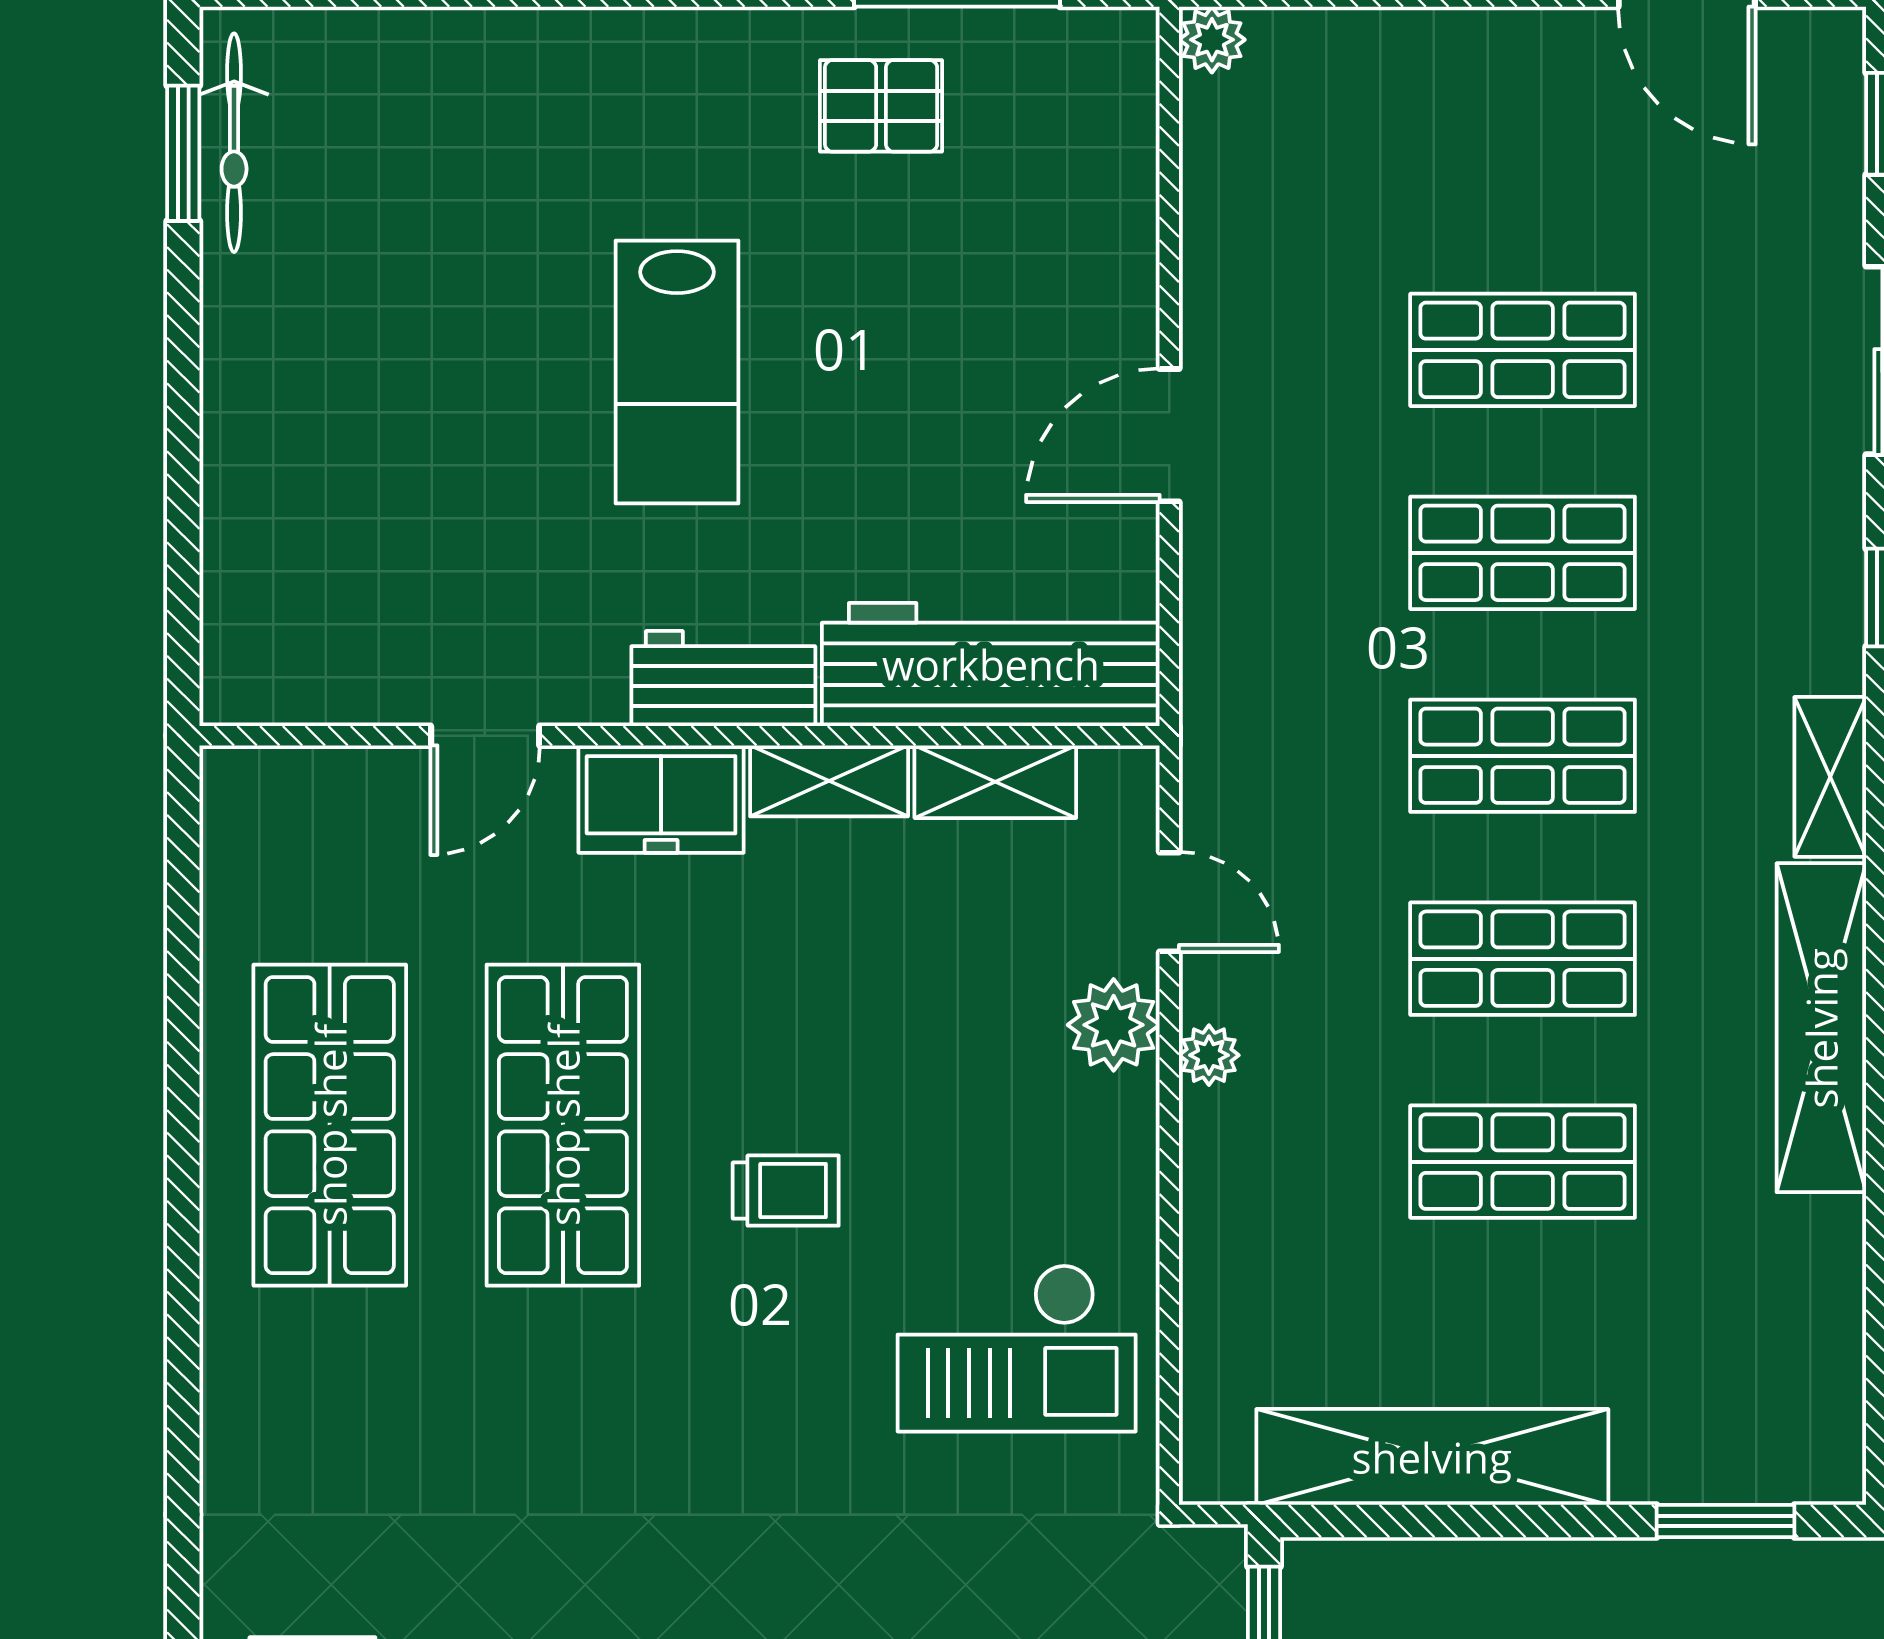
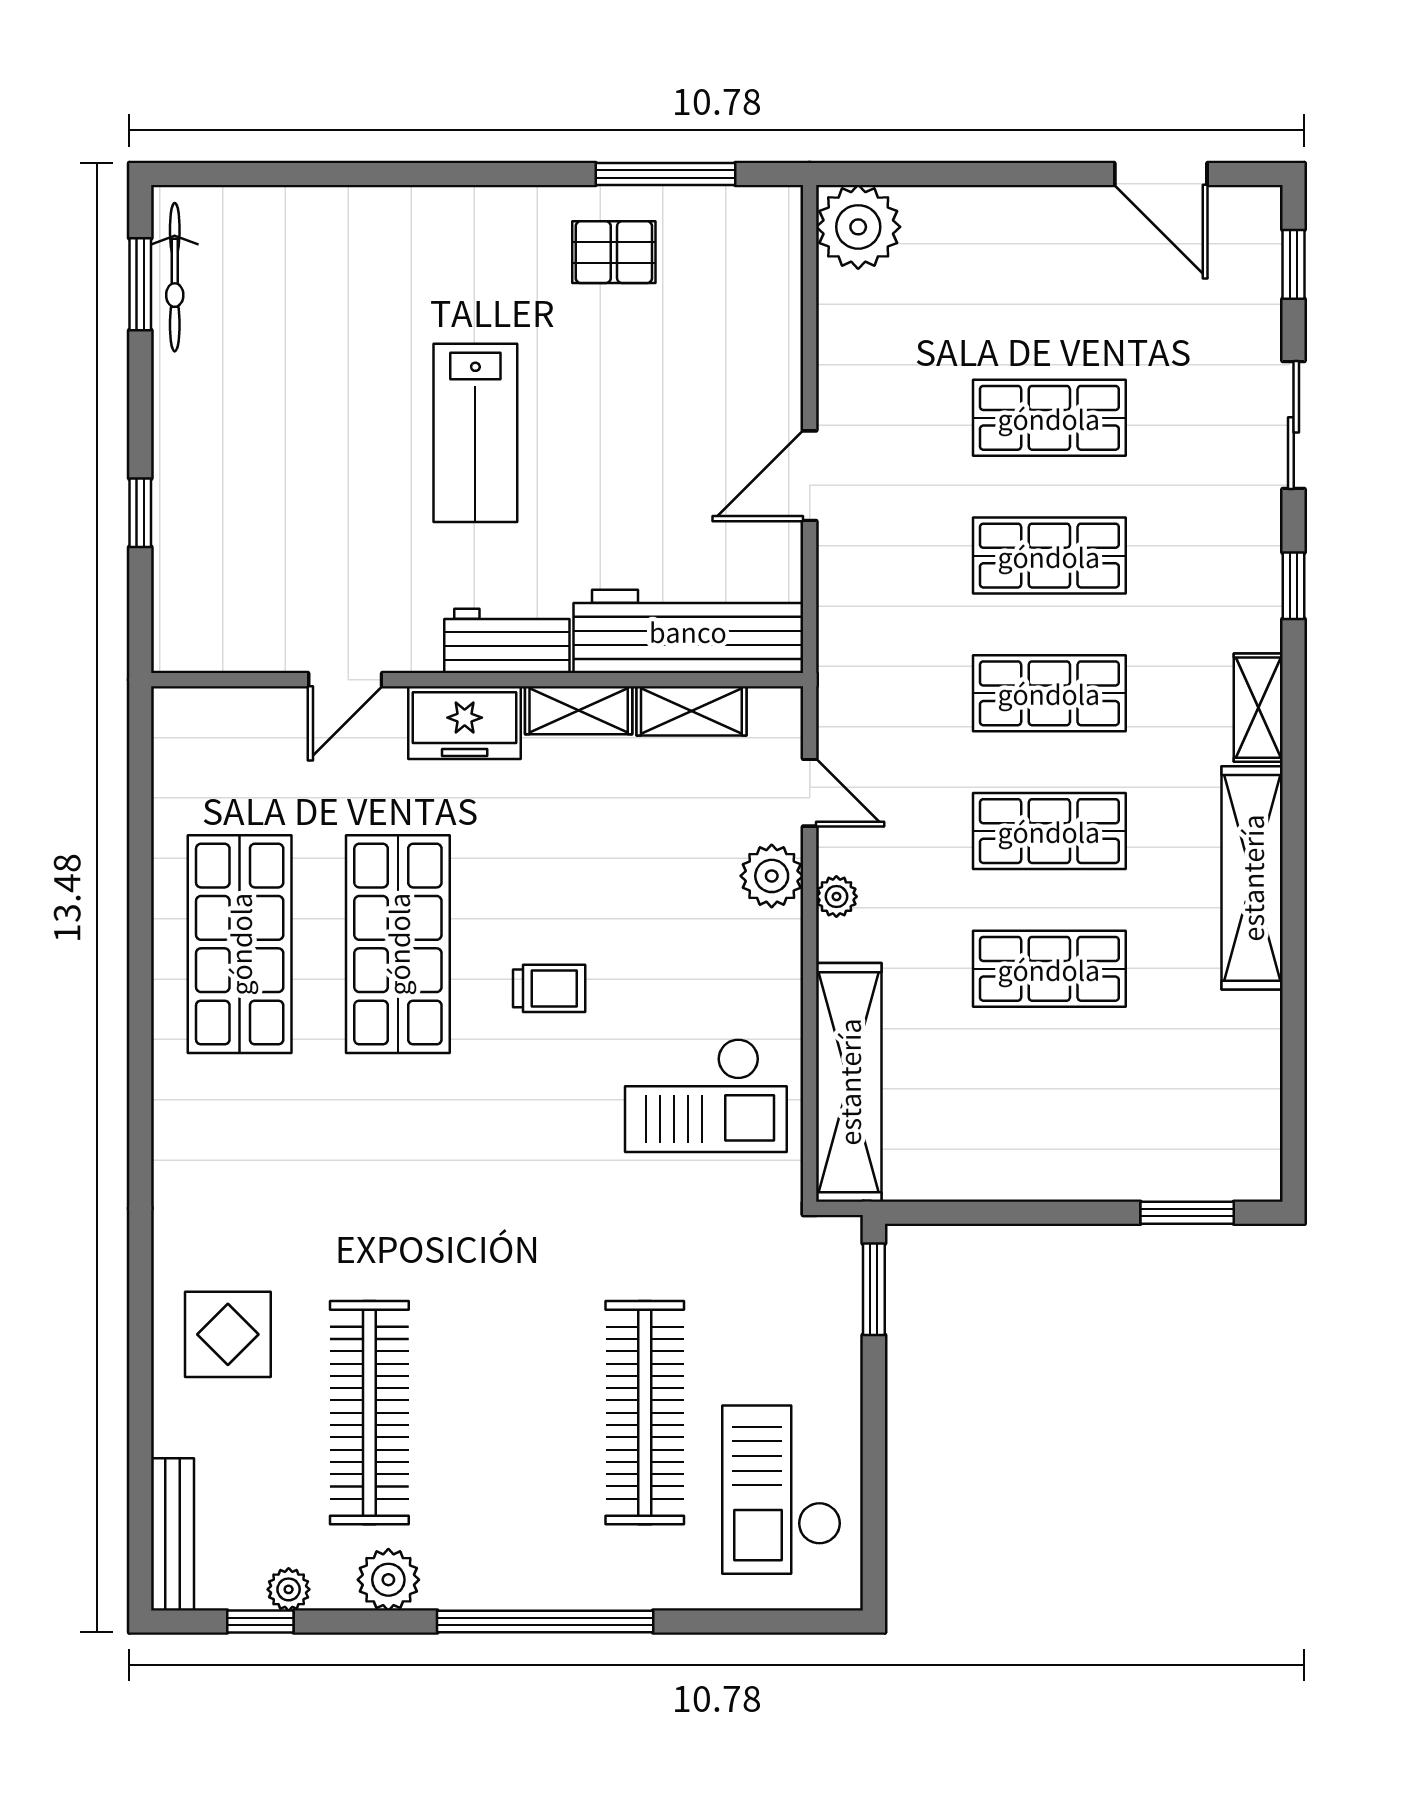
plant: (1212, 40) -> (858, 227), width x1.88, depth x1.88
window: (183, 490) -> (140, 513), added
shelving: (1432, 1457) -> (849, 1082), moved, turned 90

